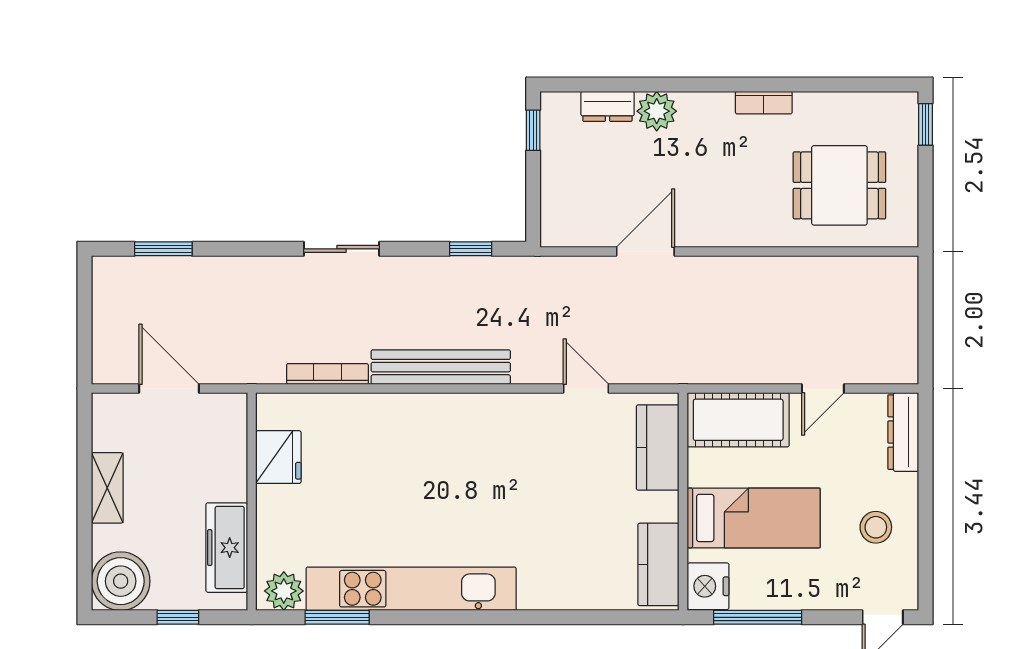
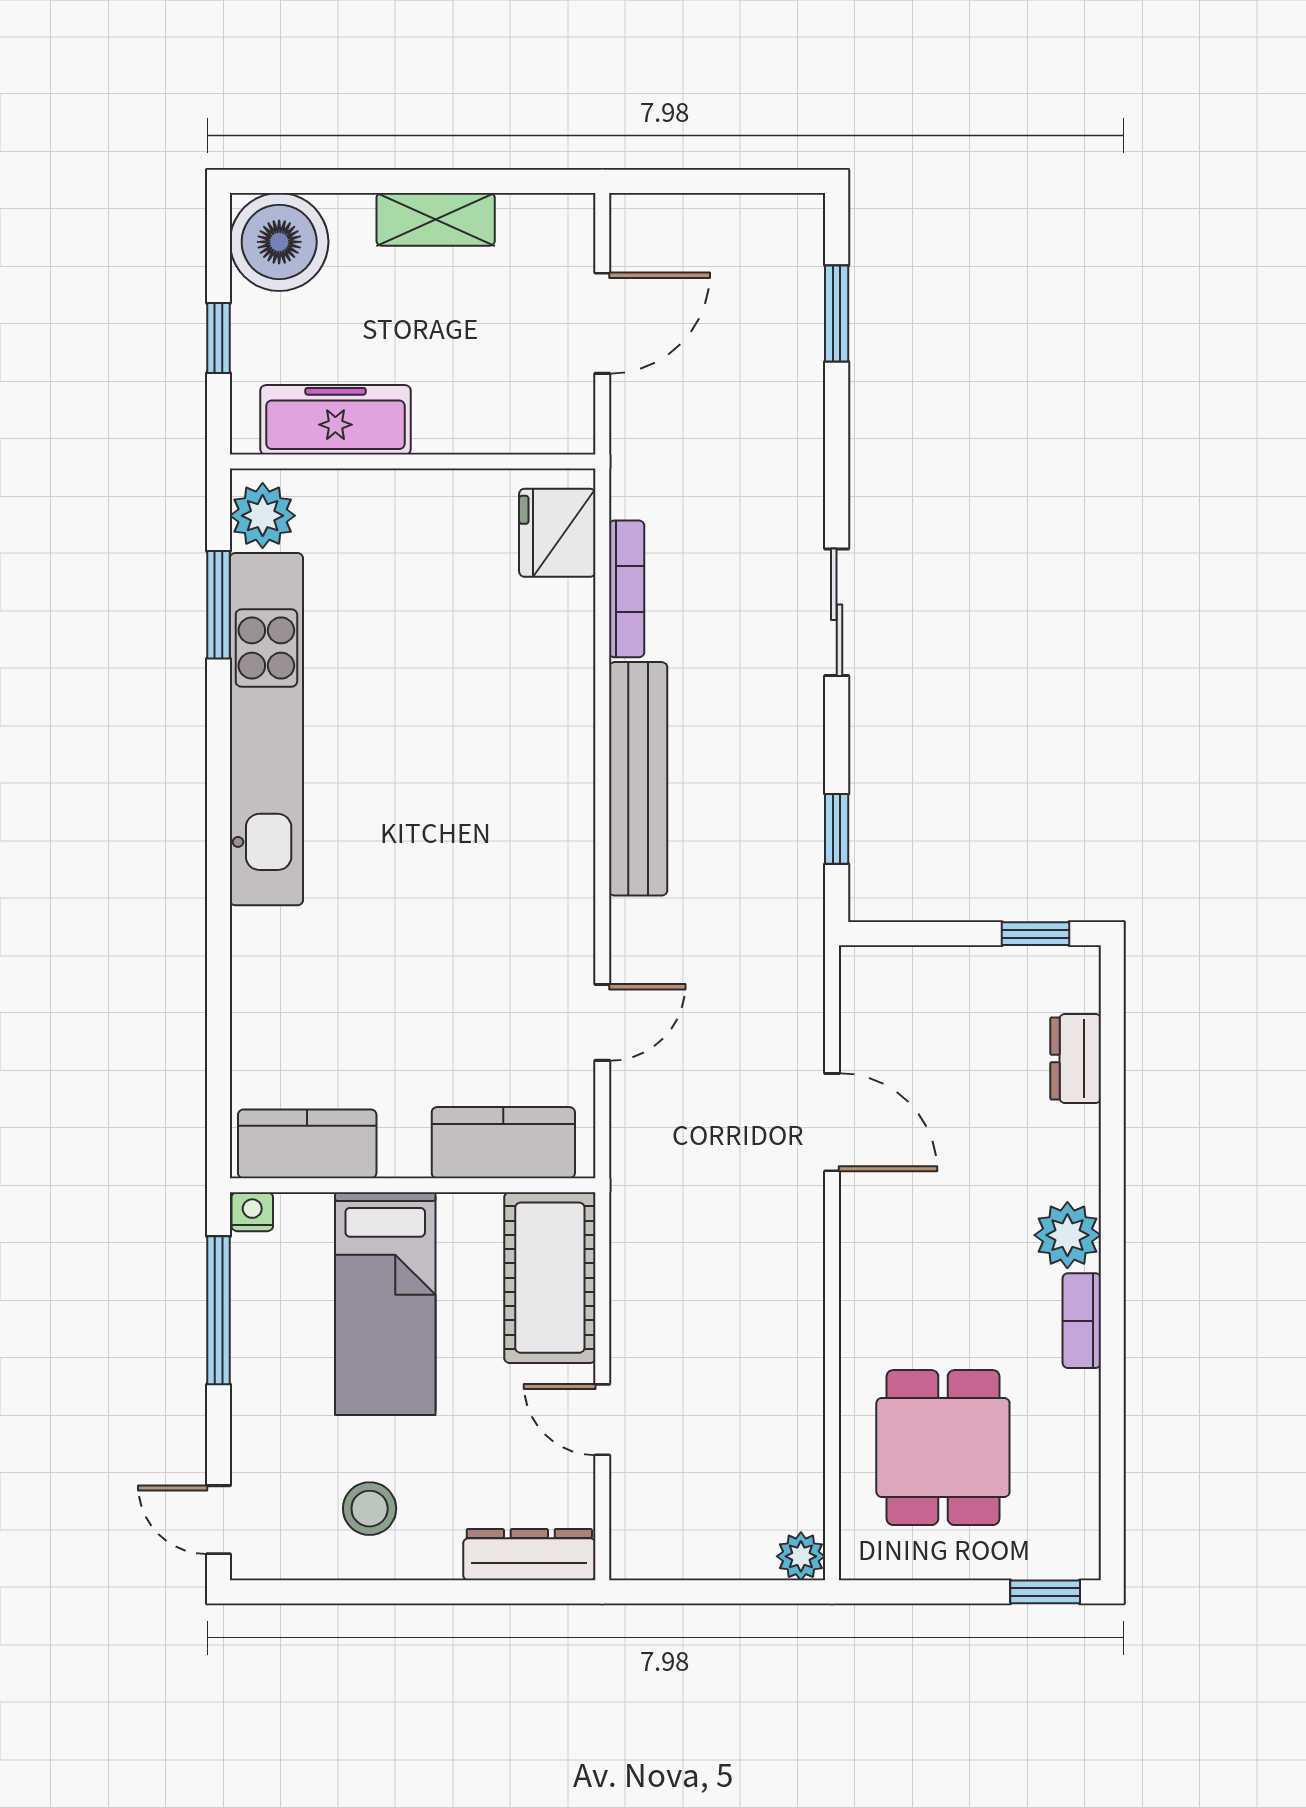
plant: (657, 111) -> (1067, 1235), moved
plant: (904, 270) -> (801, 1556), added
fridge: (278, 457) -> (557, 533), moved, turned 90
nightstand: (708, 586) -> (252, 1212), width x0.53, depth x0.56

